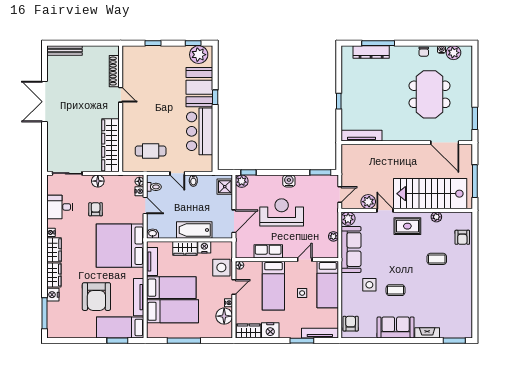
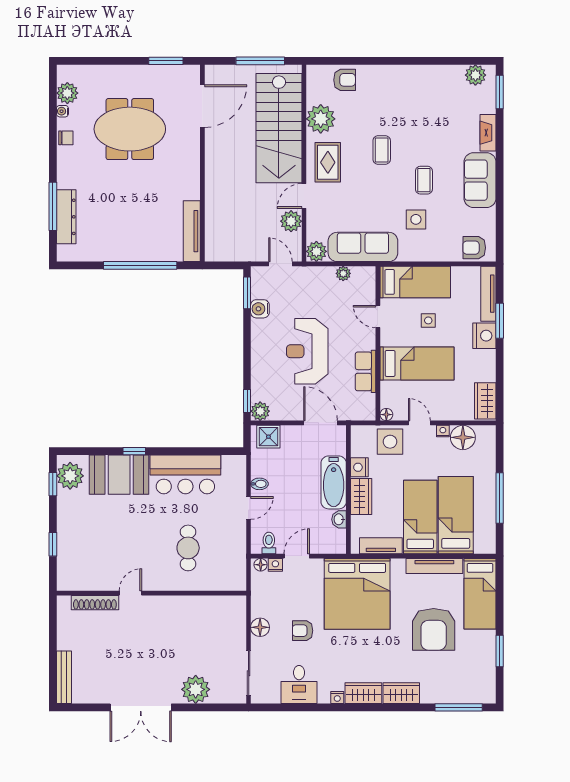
window: (339, 101) -> (140, 265), width x3.17
plant: (56, 138) -> (196, 689), added
wardrobe: (111, 145) -> (206, 608), removed
cafe table: (151, 151) -> (188, 548), moved
water cooler: (289, 181) -> (260, 309), moved
plant: (436, 217) -> (321, 119), width x1.88, depth x1.88
washbasin: (153, 234) -> (339, 519), moved
coffee table: (437, 259) -> (382, 150), moved
nightstand: (53, 295) -> (431, 695), removed
armchair: (96, 297) -> (434, 629), turned 90
plant: (466, 324) -> (475, 75), added
nightstand: (270, 330) -> (484, 336), moved
window: (117, 341) -> (500, 651), moved

